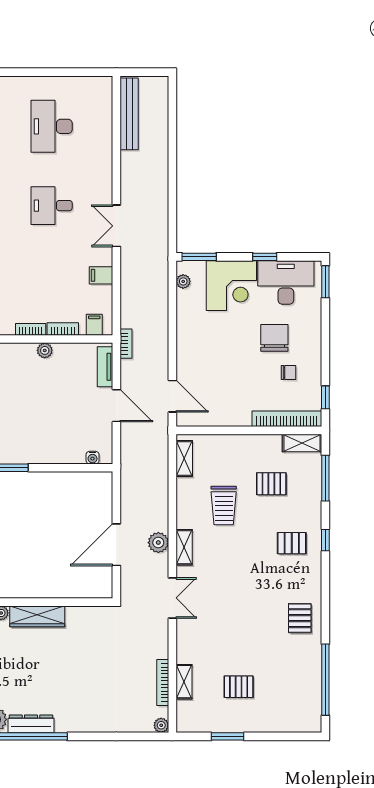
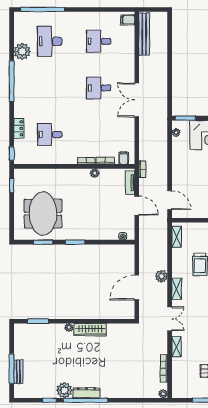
desk: (52, 126) -> (99, 41), width x0.73
double door: (116, 226) -> (137, 100), width x1.37
filing cabinet: (101, 275) -> (128, 20), moved
plant: (158, 543) -> (161, 276), moved
shelving: (184, 682) -> (176, 347), moved

